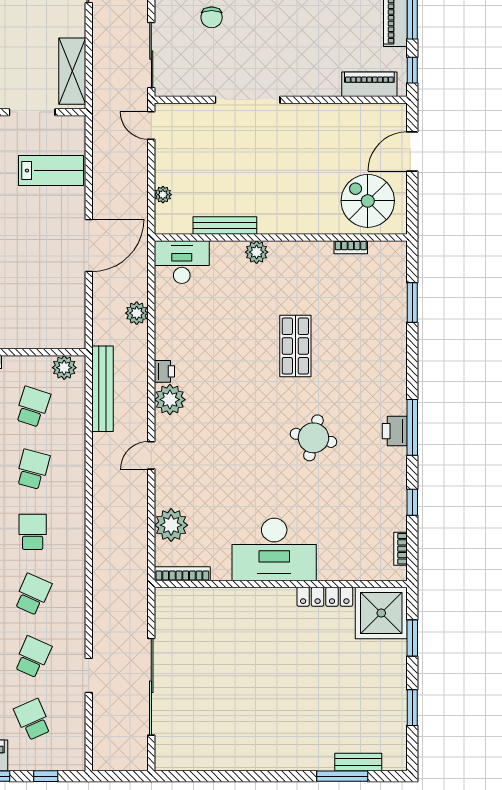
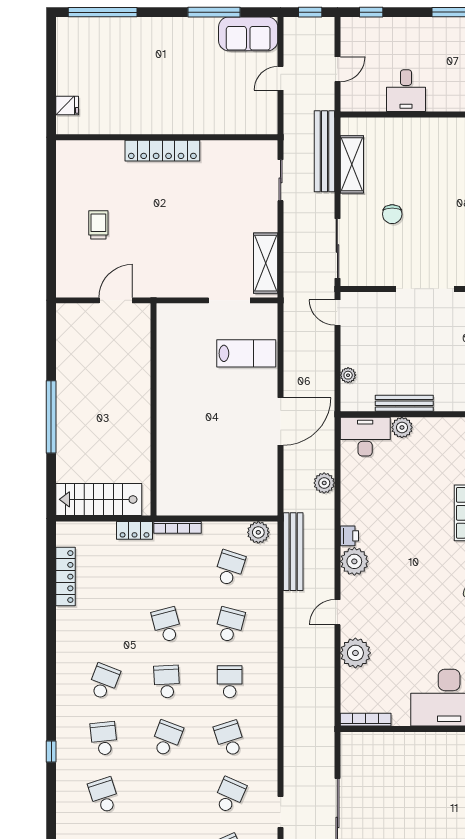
plant: (257, 252) -> (402, 427), moved
plant: (171, 525) -> (355, 653), moved
school desk: (33, 594) -> (230, 738), turned -42

